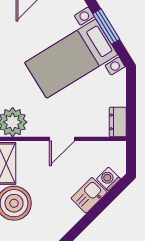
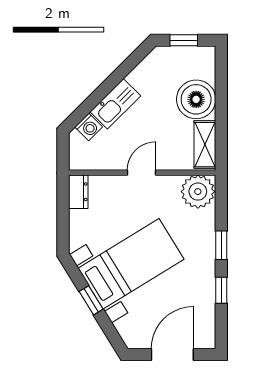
window: (106, 26) -> (91, 300), width x0.67
kitchen sink: (89, 195) -> (115, 104), width x1.38

